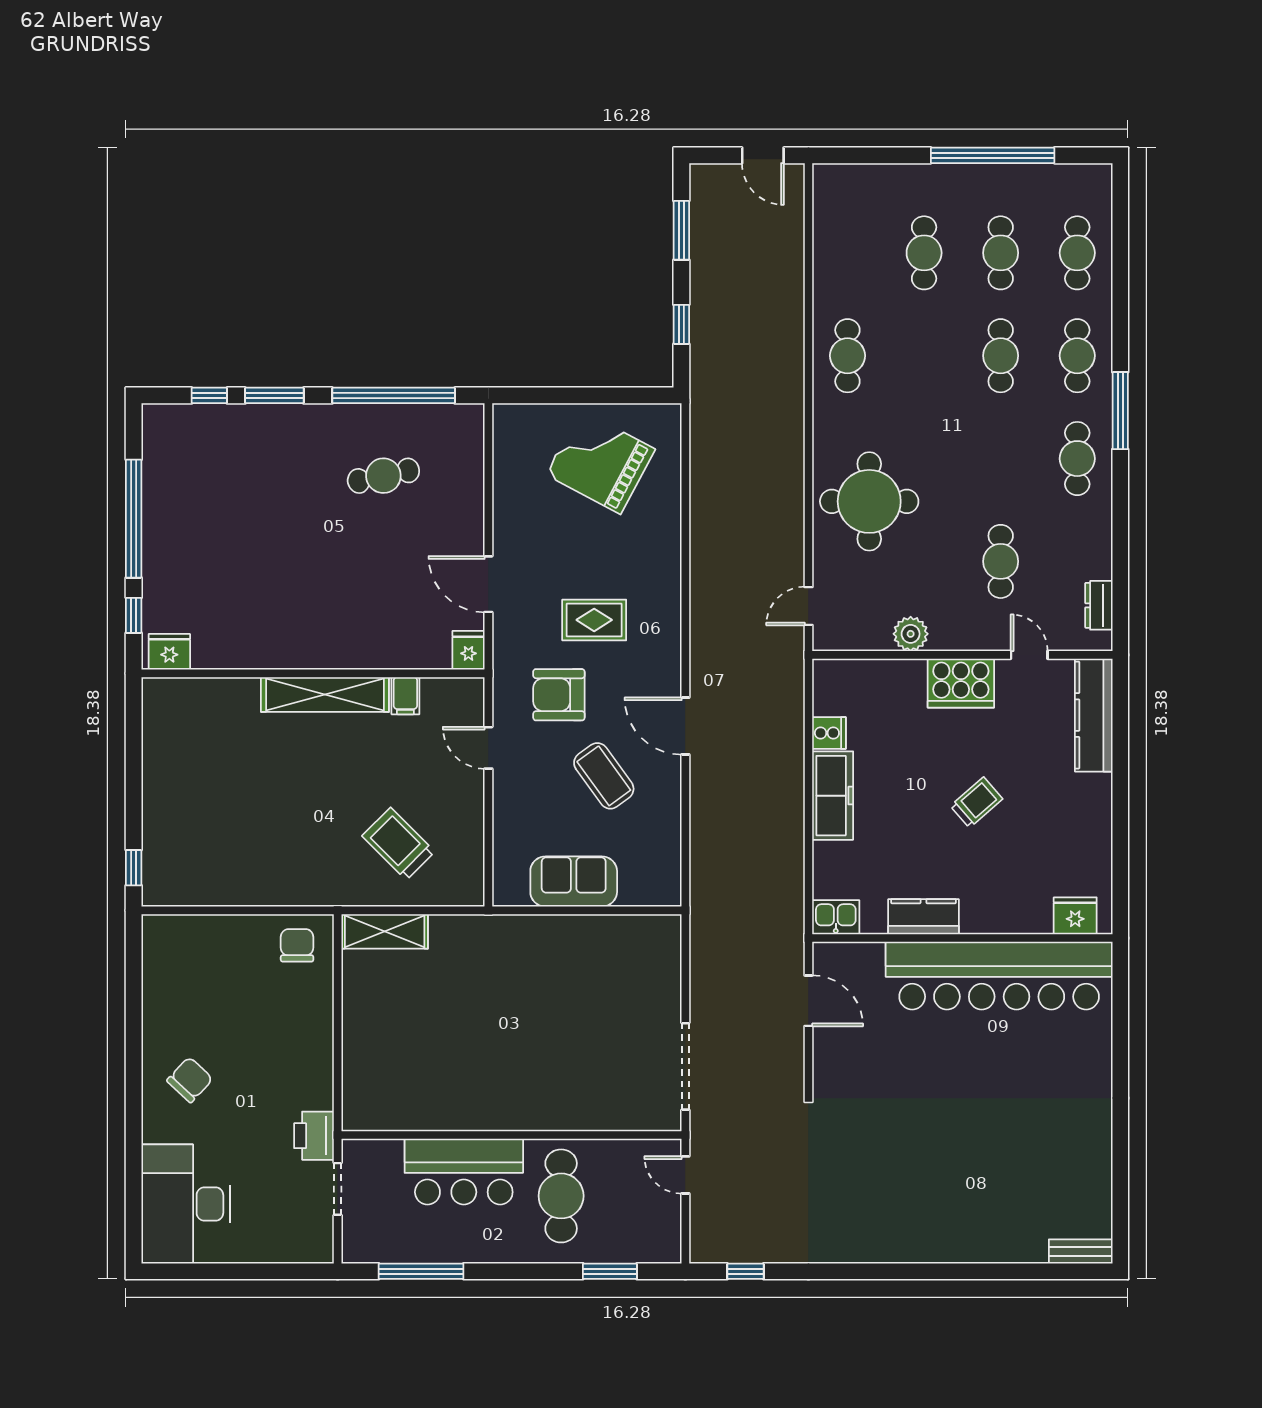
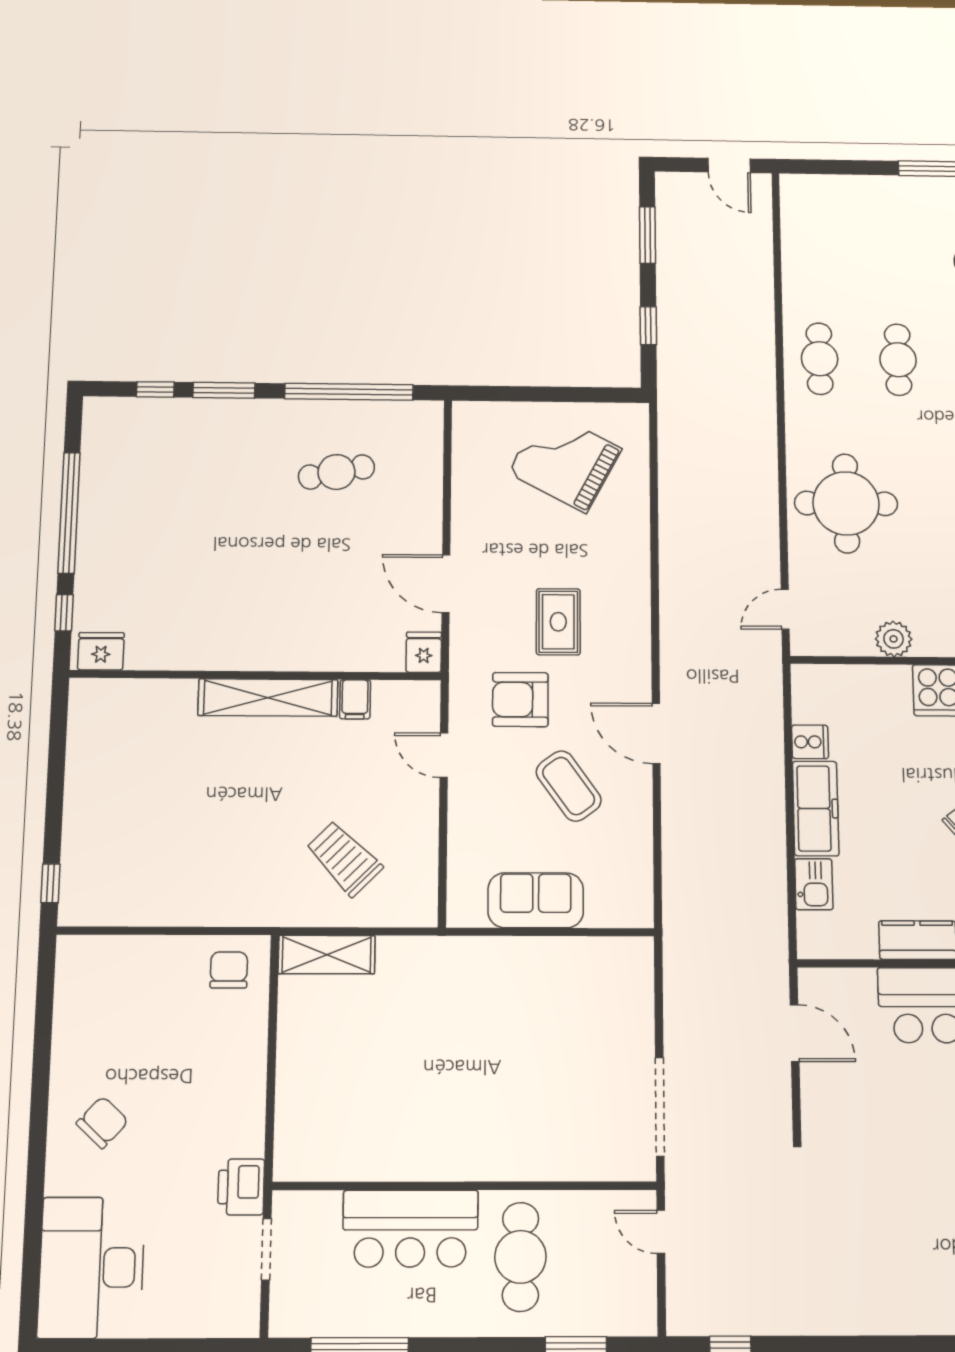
cafe table: (924, 253) -> (898, 360), moved
rug: (594, 620) -> (558, 622), turned 90
kitchen sink: (836, 917) -> (814, 884), moved, turned 90

